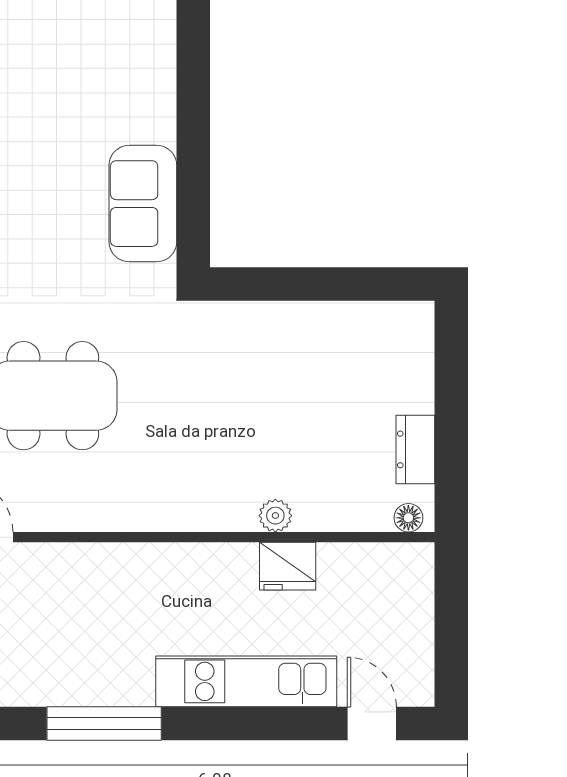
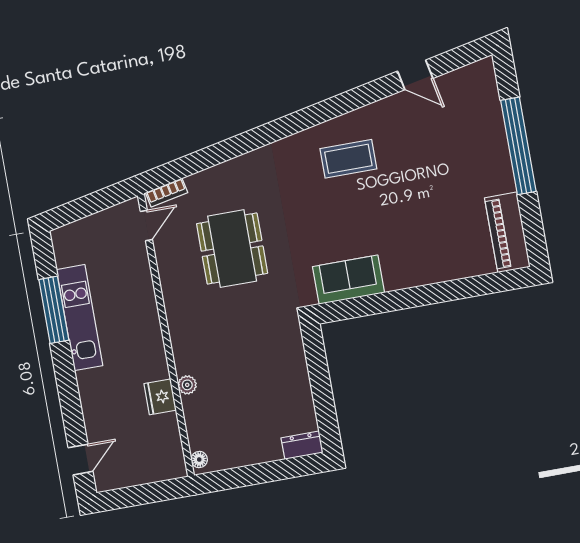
dresser: (415, 449) -> (302, 445), moved
kitchen unit: (246, 681) -> (80, 318), moved

